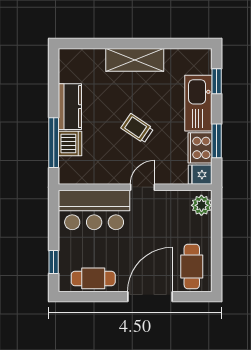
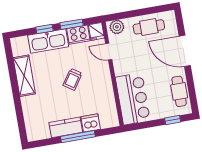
shelving: (135, 60) -> (24, 76), moved
window: (217, 81) -> (44, 29), moved
window: (54, 143) -> (78, 137), moved
door: (142, 187) -> (109, 52), moved
cafe table: (192, 266) -> (149, 27), moved

